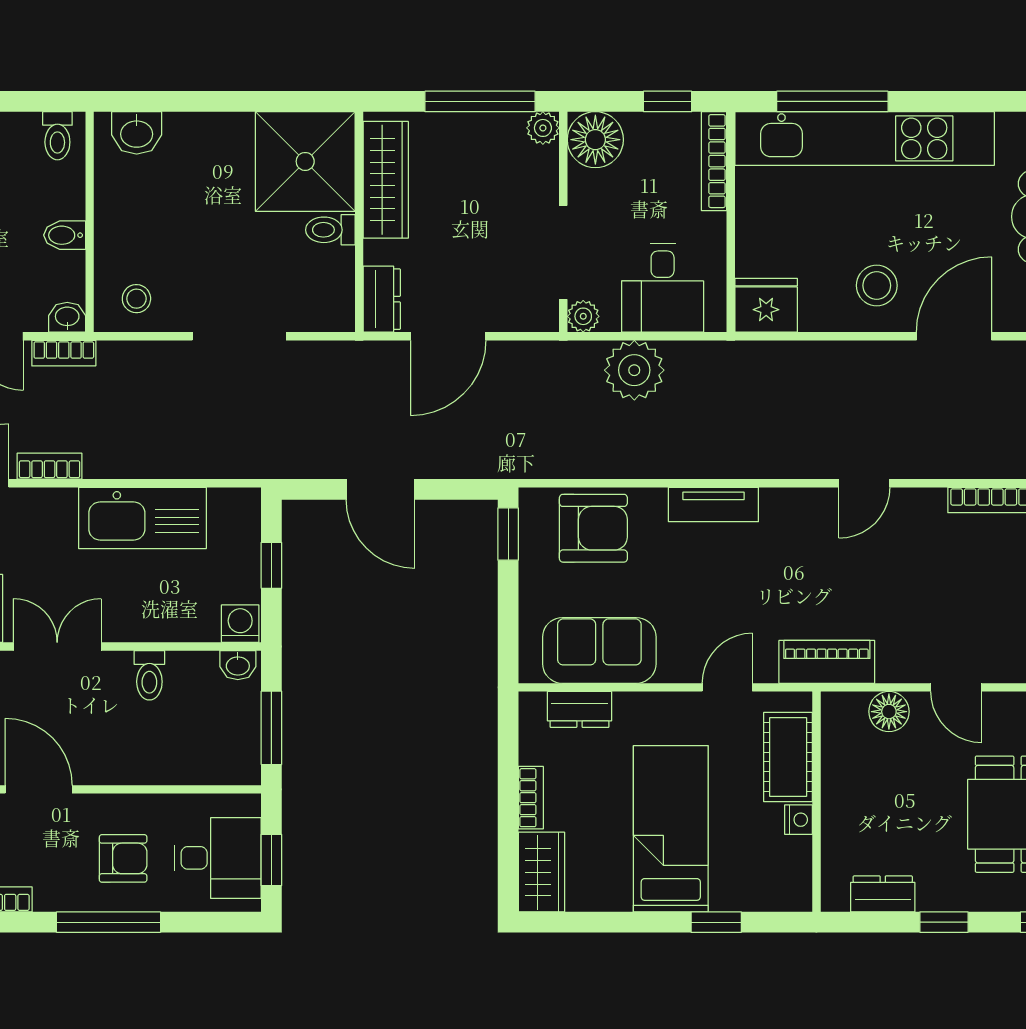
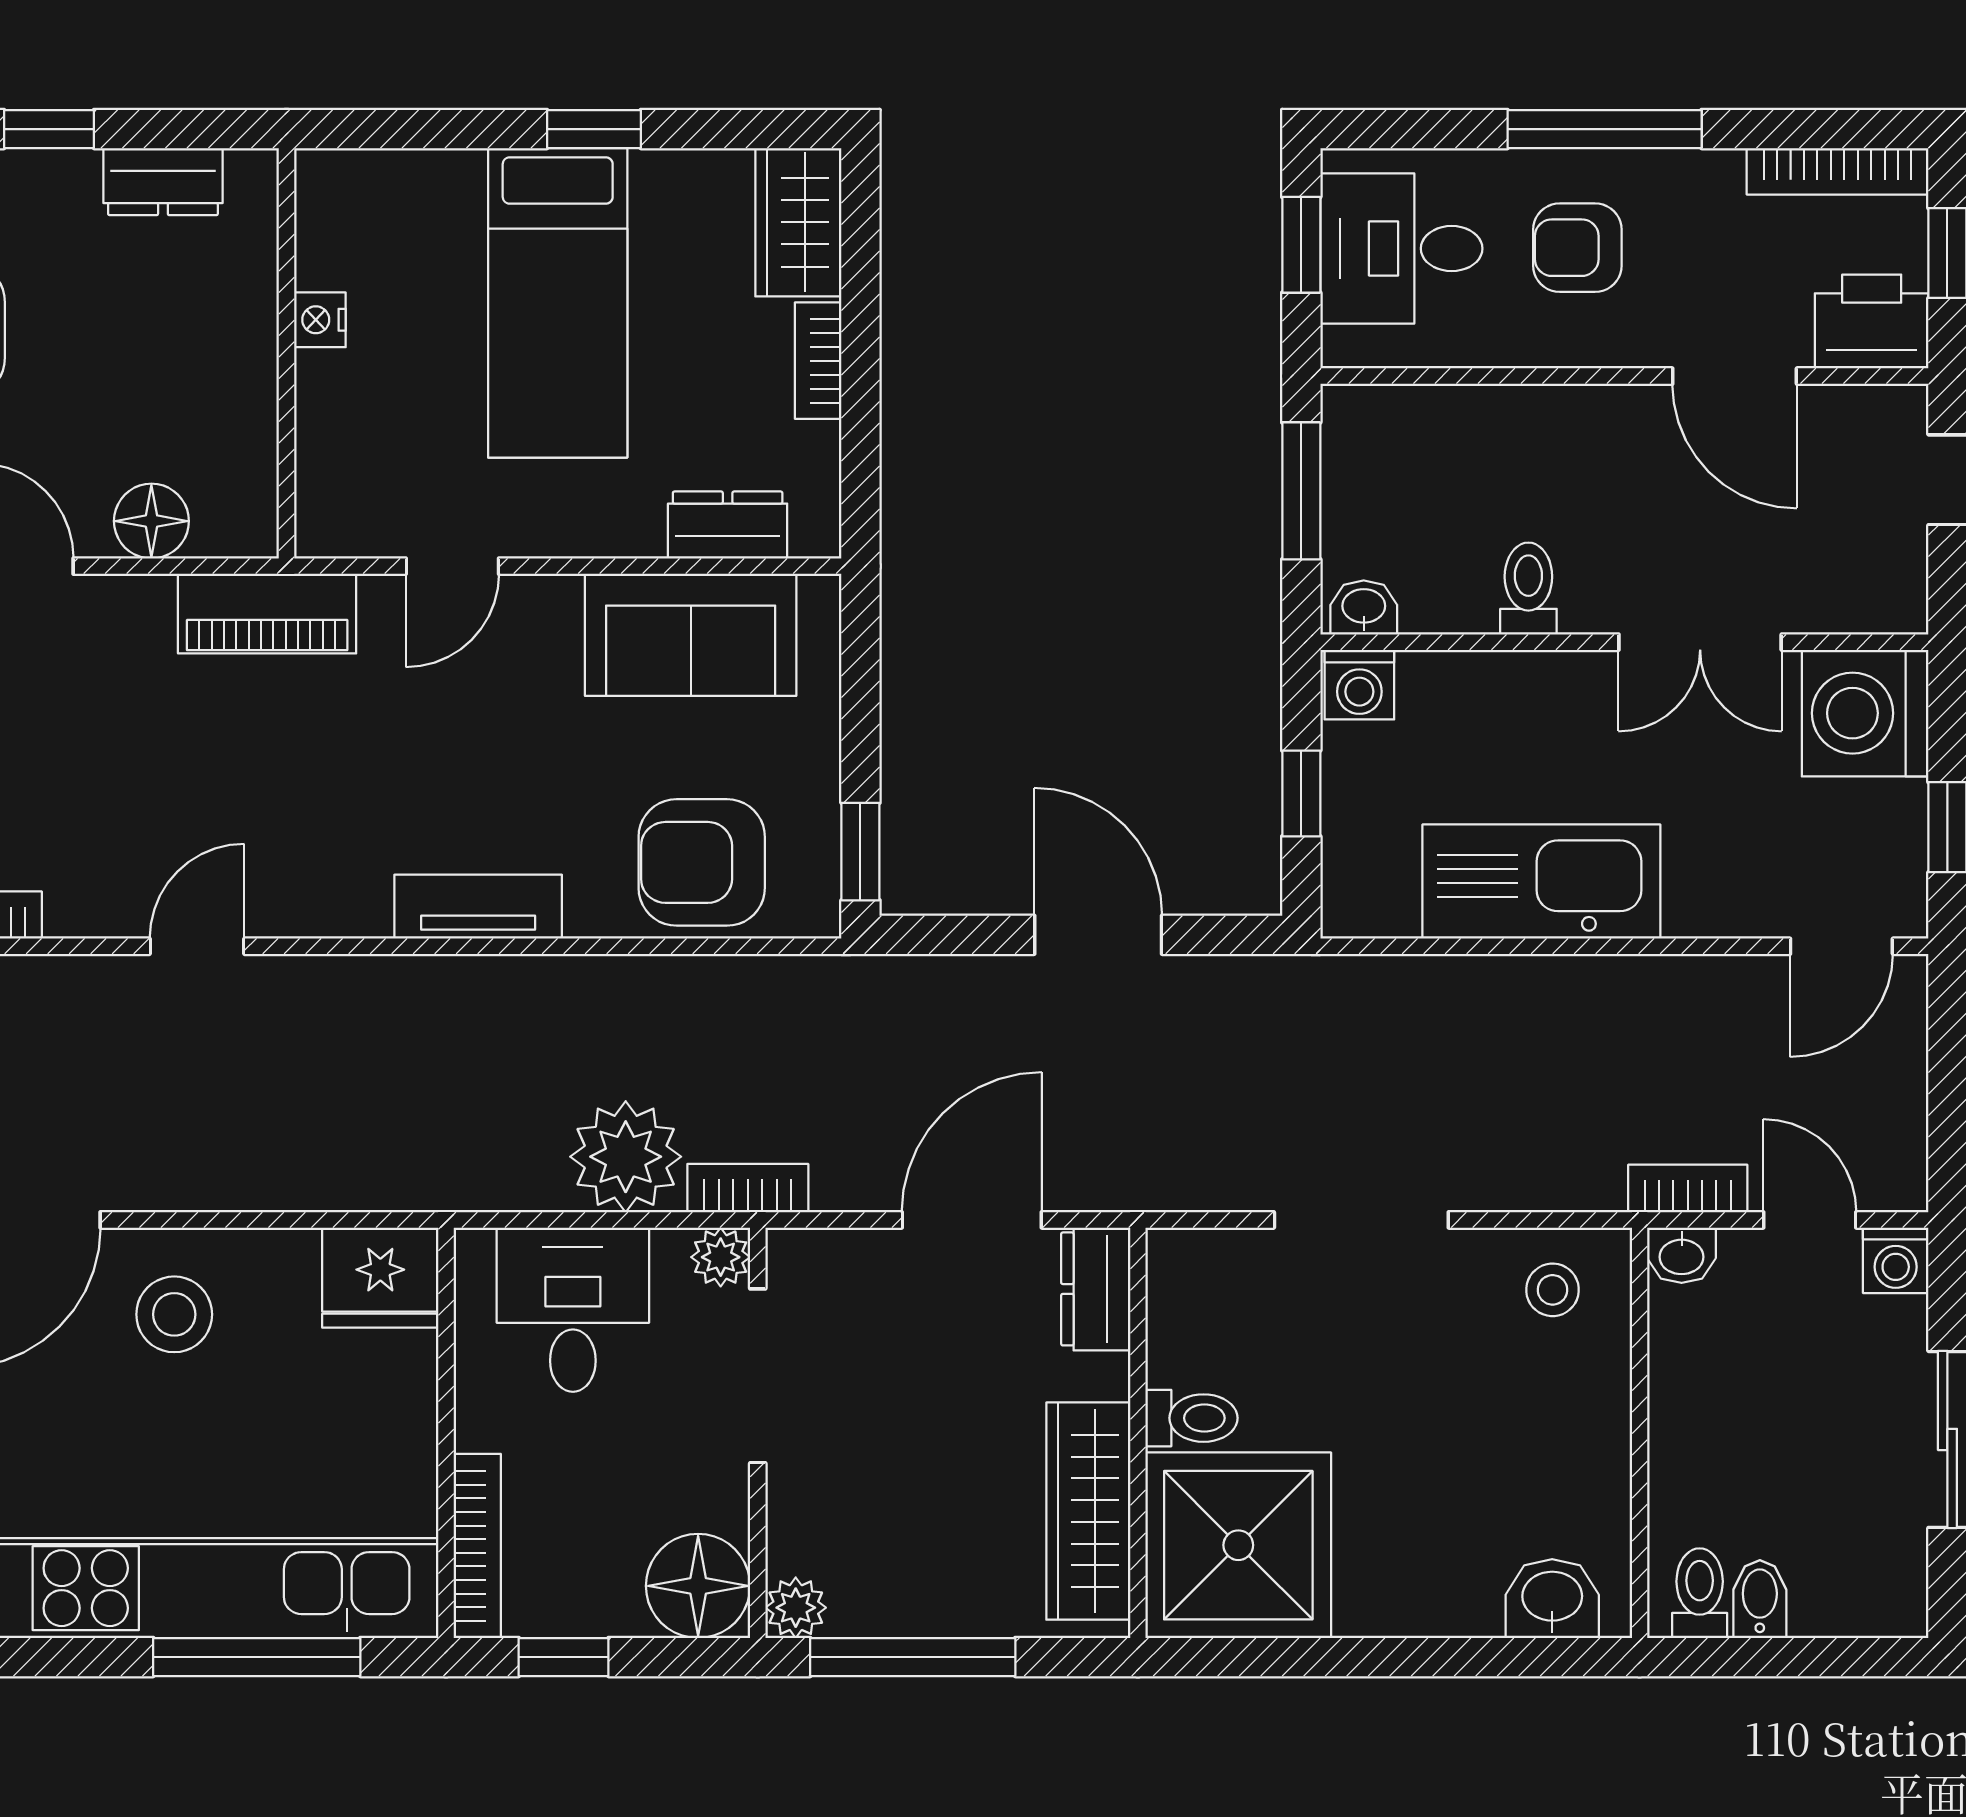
bidet: (65, 235) -> (1760, 1599), moved, turned -90
bookcase: (50, 466) -> (748, 1188), moved, turned 180
cot: (788, 757) -> (339, 436), removed
window: (716, 922) -> (594, 129), moved

